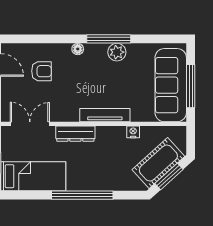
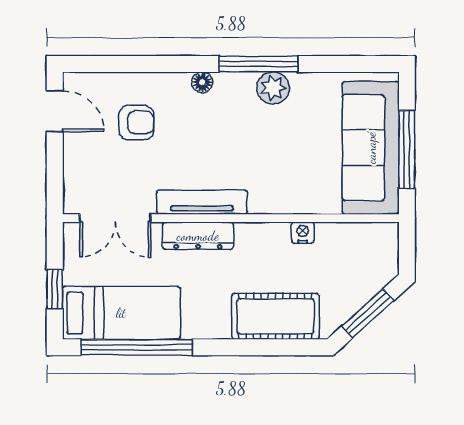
tv unit: (105, 115) -> (202, 202), moved
double door: (30, 124) -> (115, 218), swing flipped
cot: (158, 163) -> (275, 316), moved, turned 42
window: (82, 195) -> (137, 347), moved

